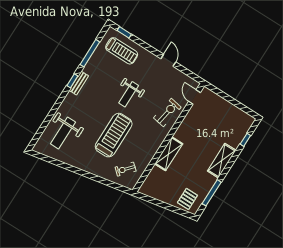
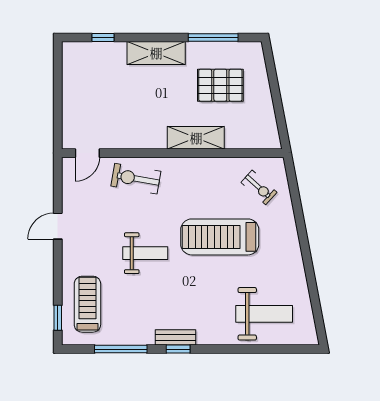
pallet: (187, 199) -> (220, 85), moved, width x1.50, depth x1.42

